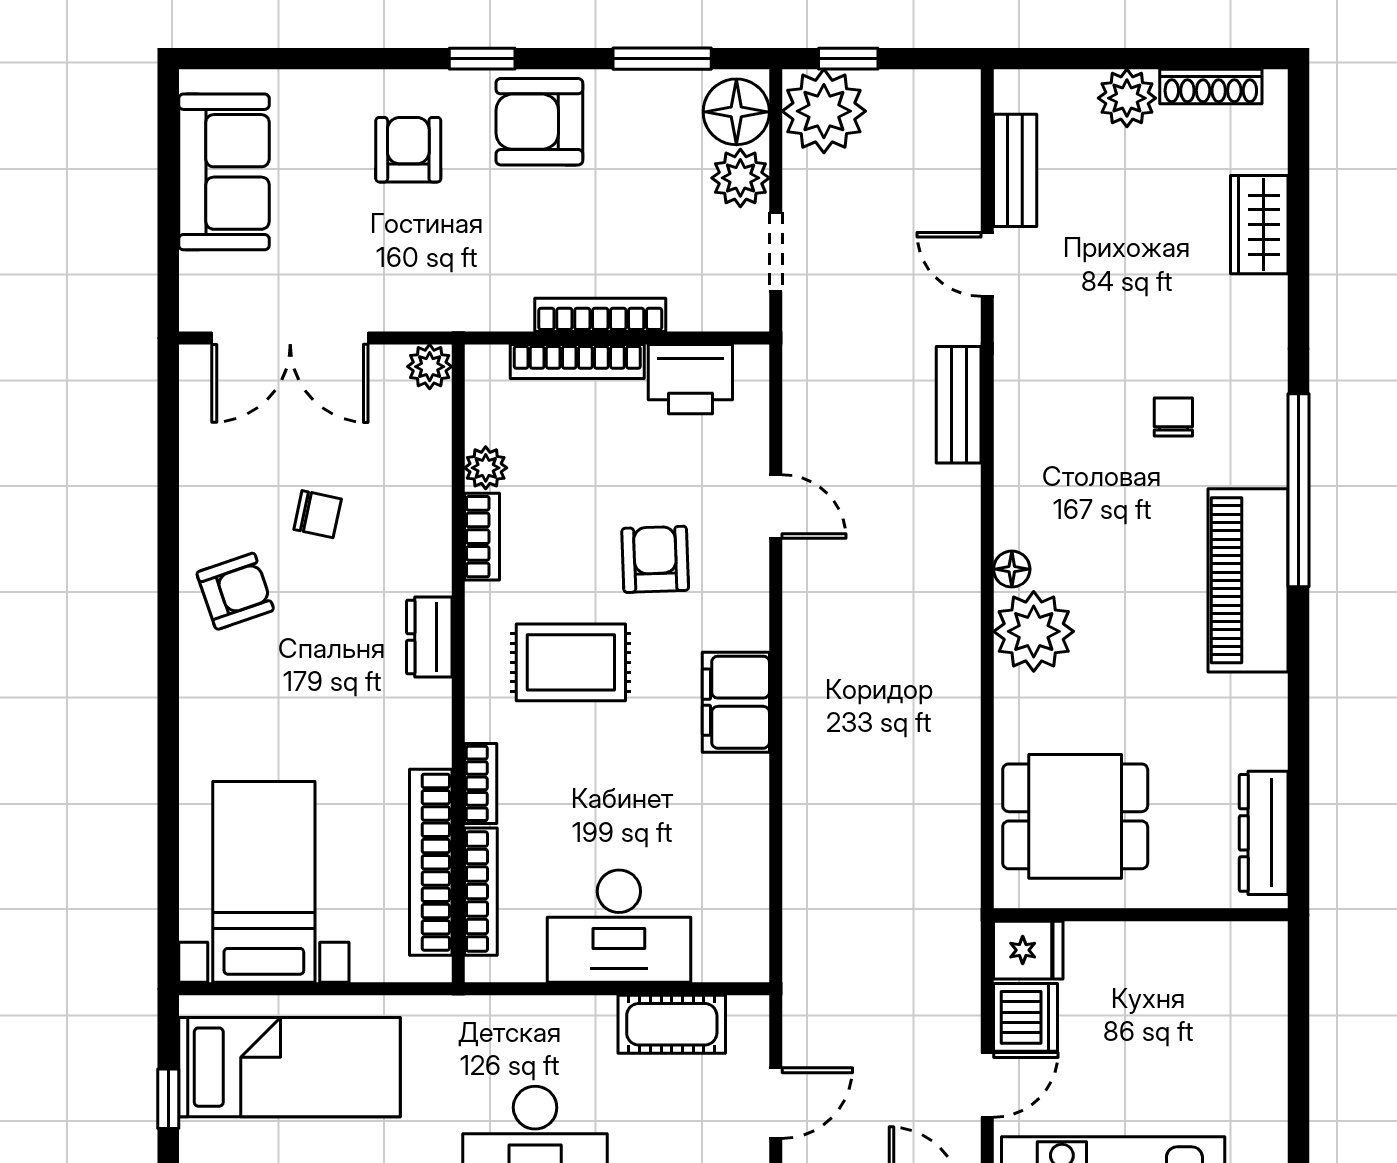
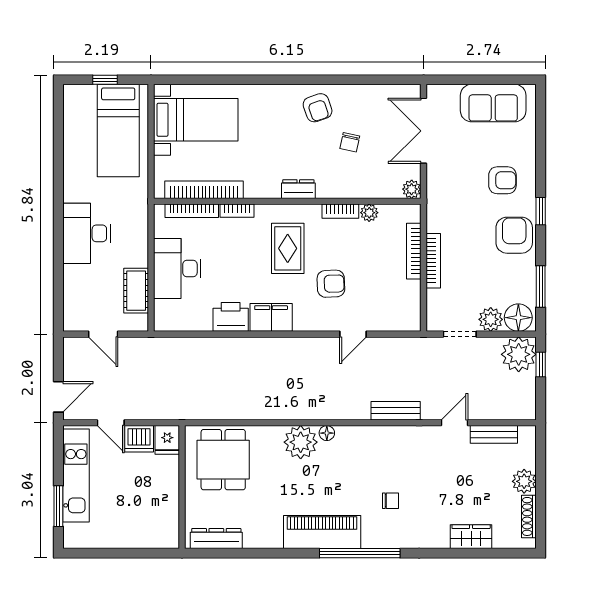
printer: (690, 379) -> (231, 317), moved, turned 90

